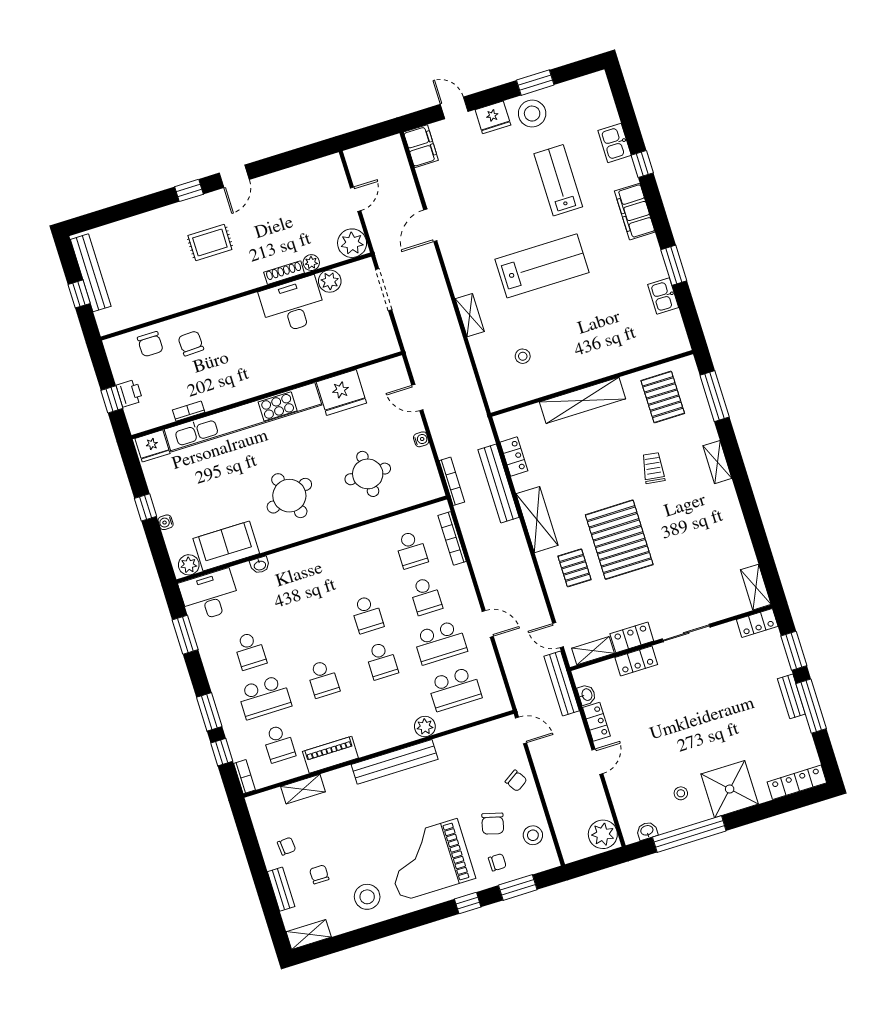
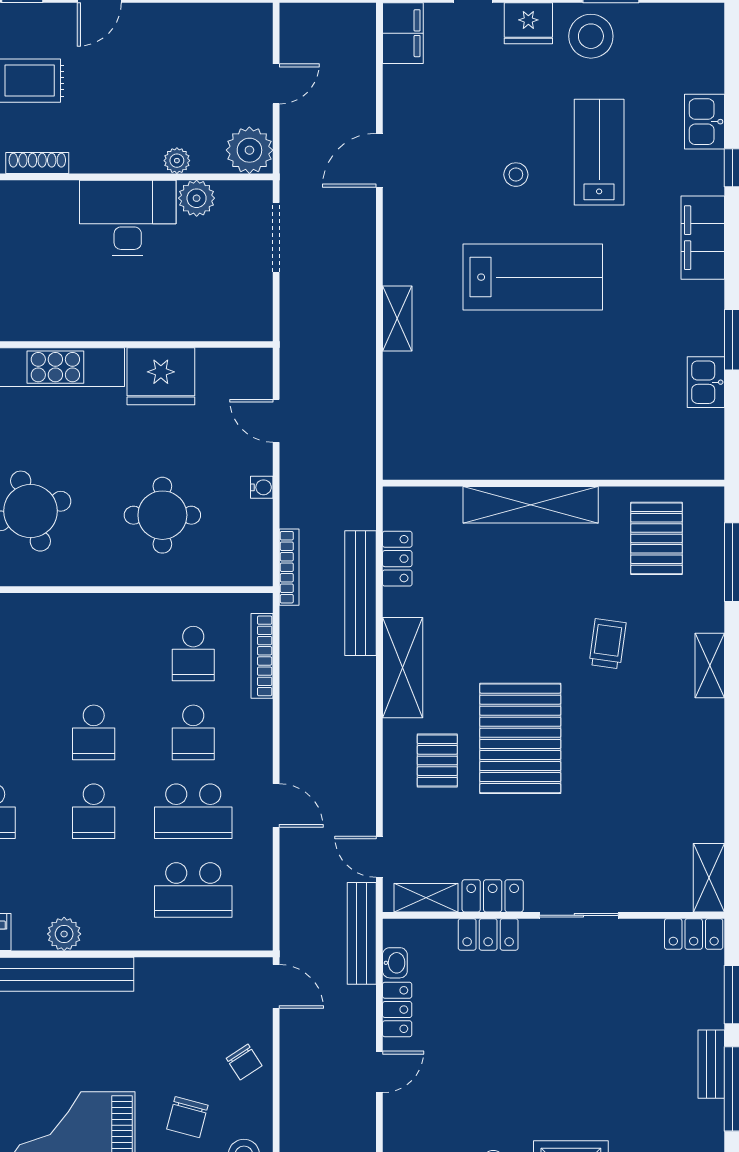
shoe rack: (284, 273) -> (37, 163), moved
stool: (523, 356) -> (516, 175), moved
plant: (425, 726) -> (64, 934), moved

